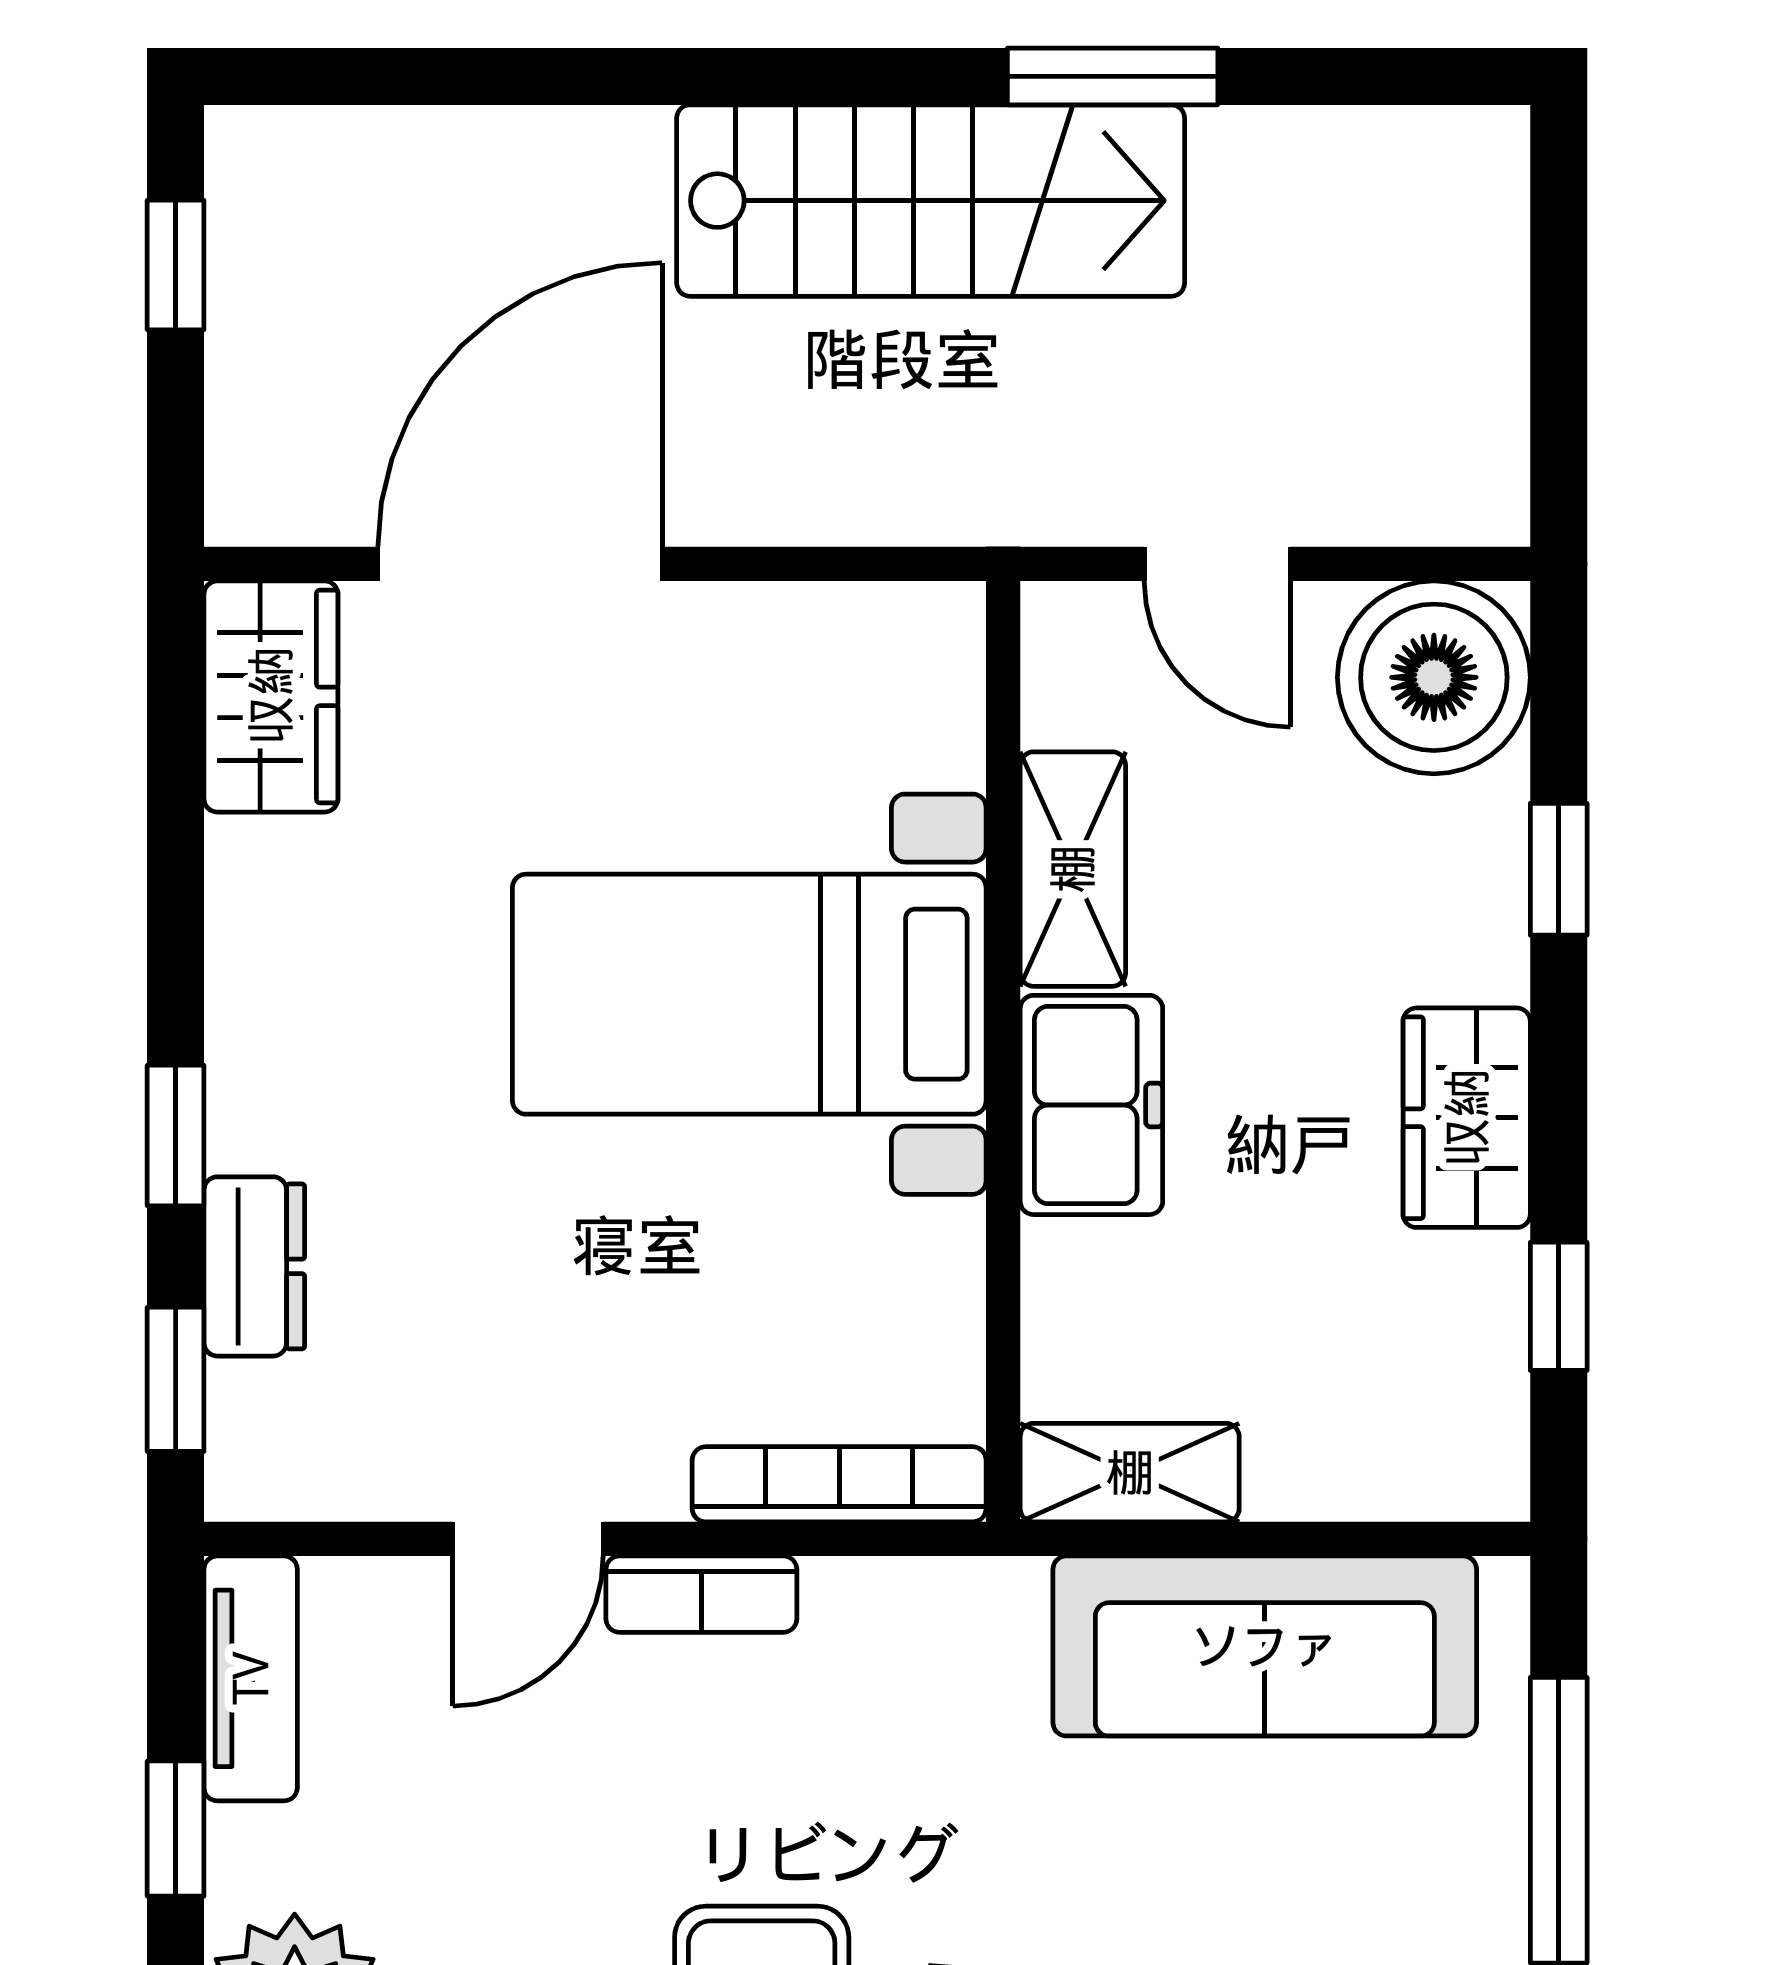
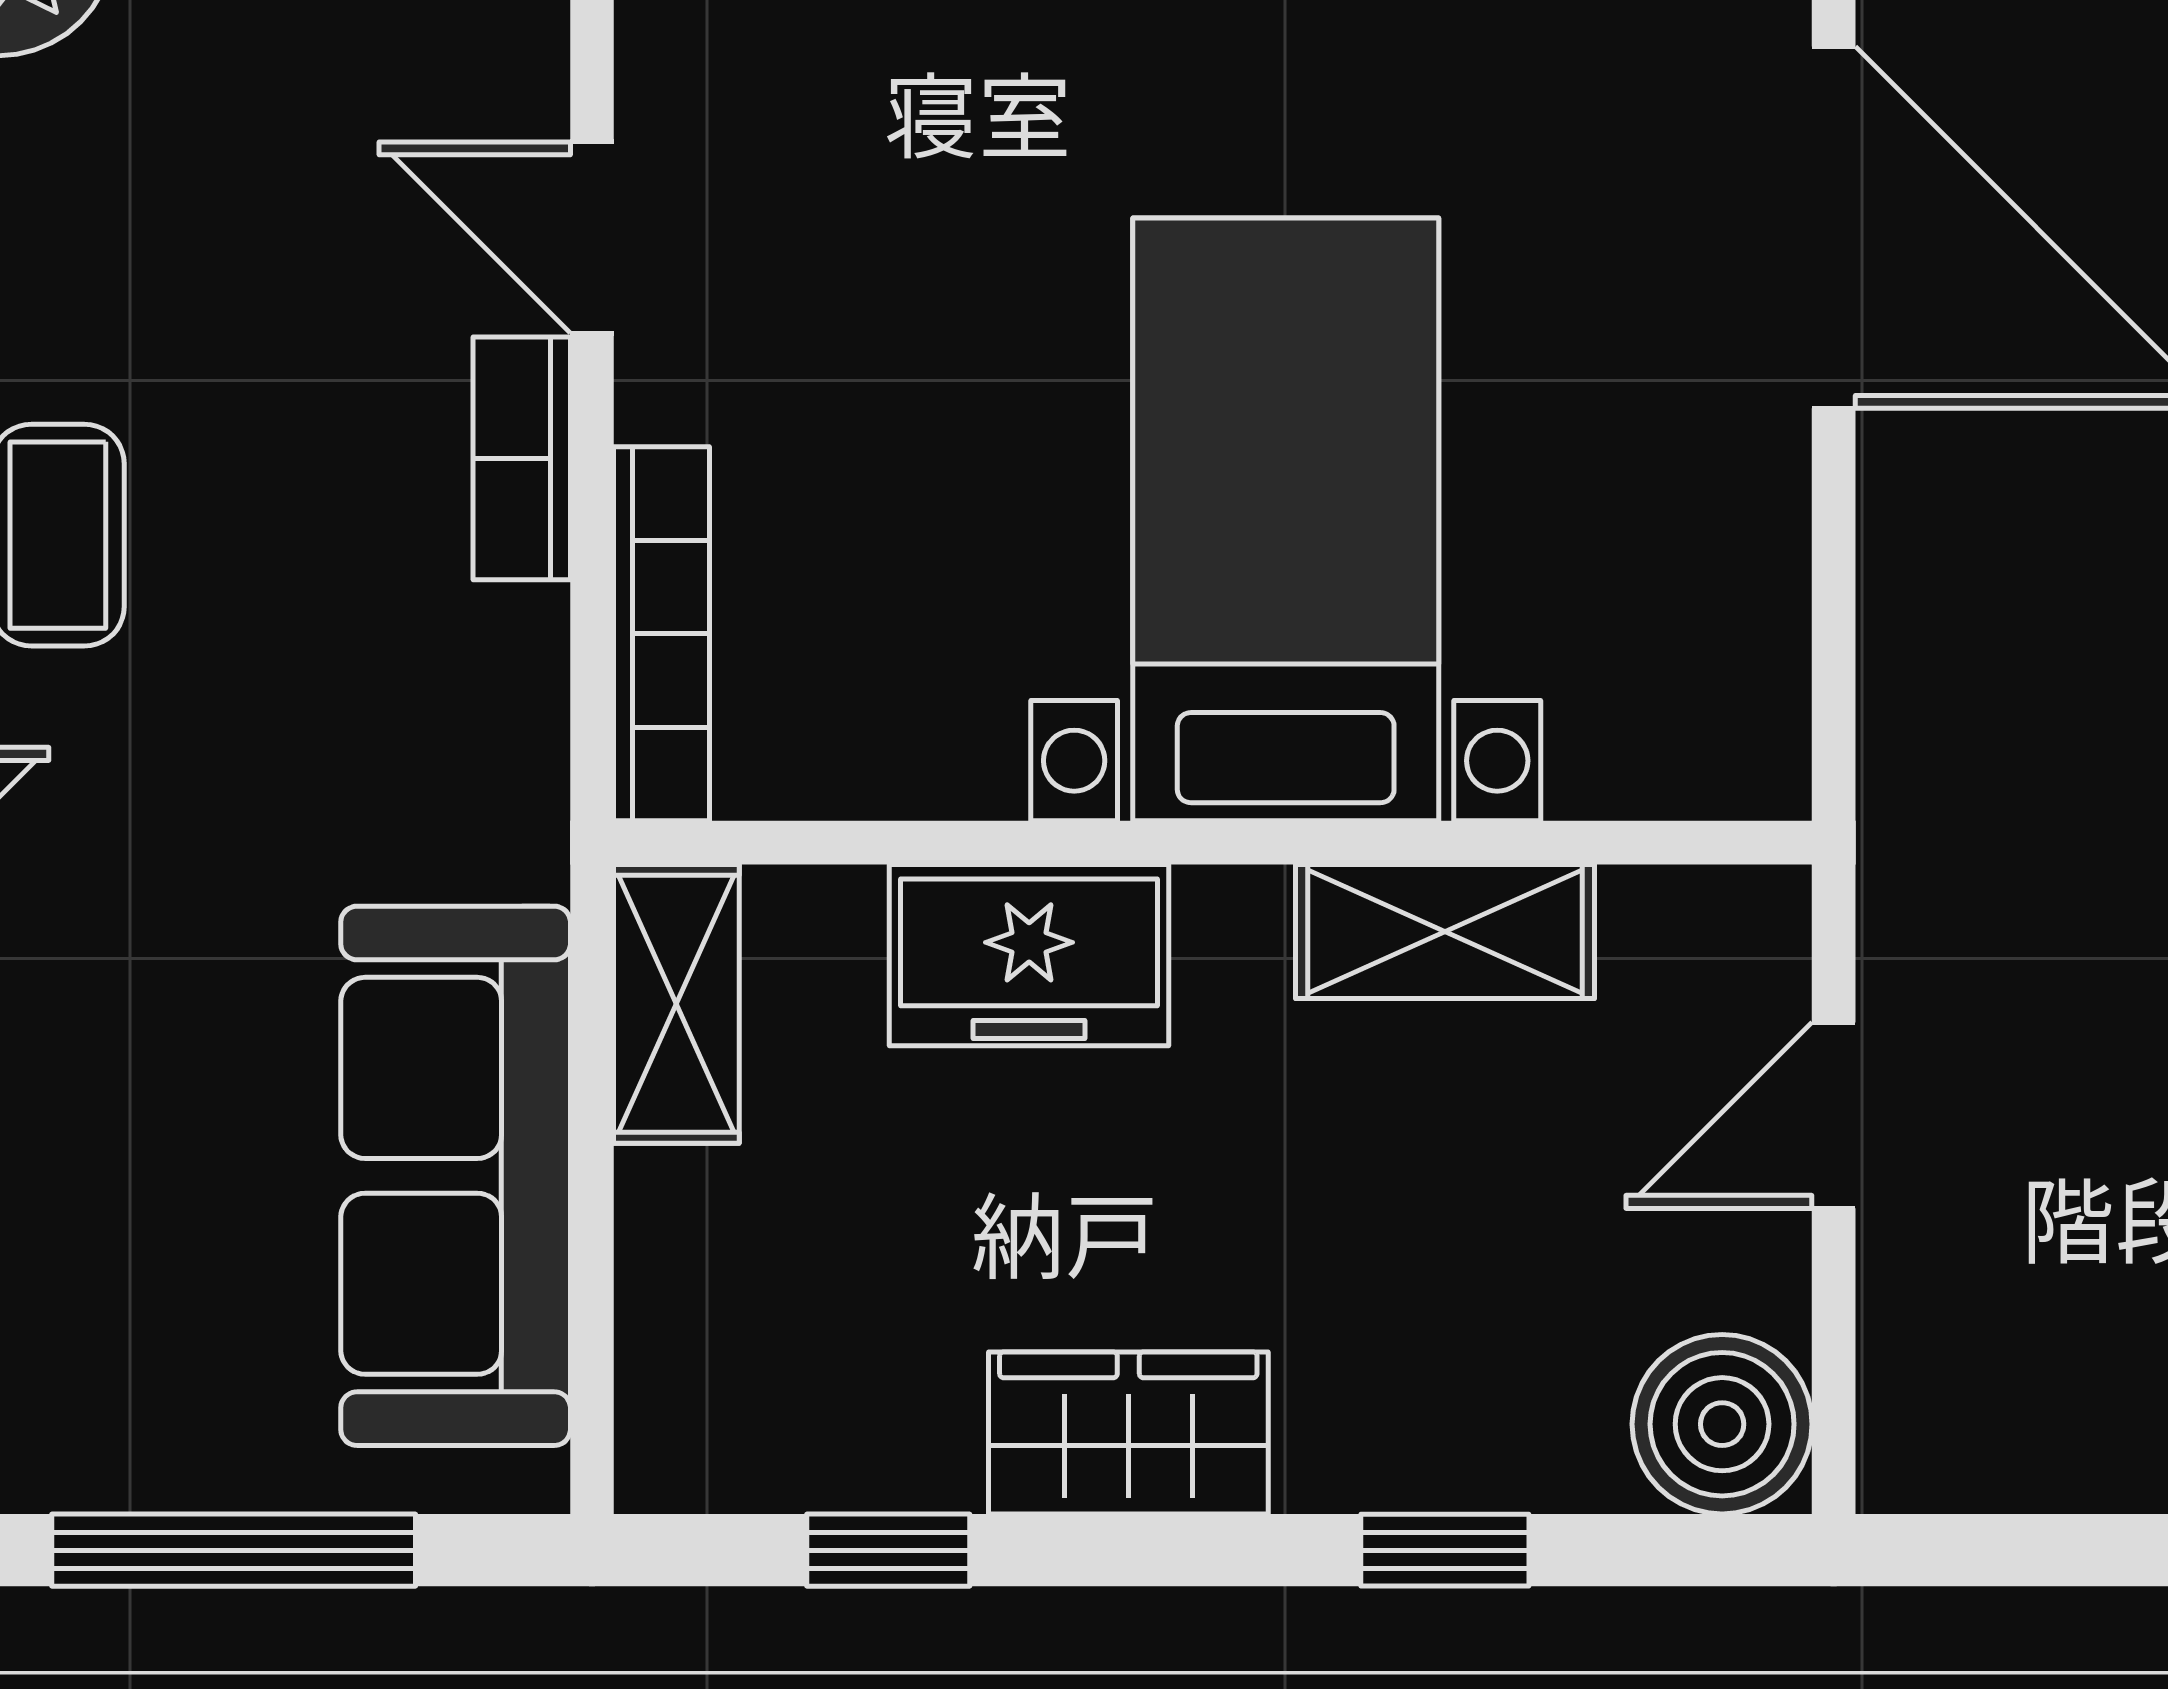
boiler: (1434, 677) -> (1722, 1424), width x0.73, depth x0.73
freezer: (1091, 1105) -> (1029, 955), moved

